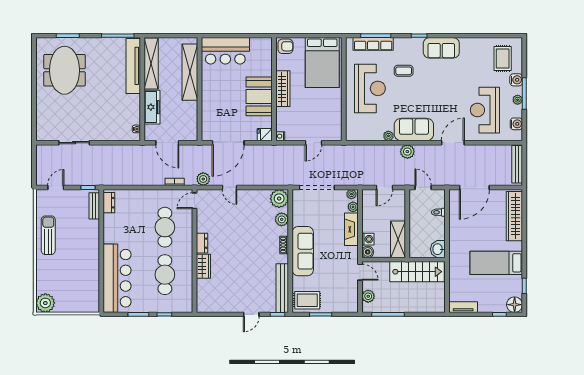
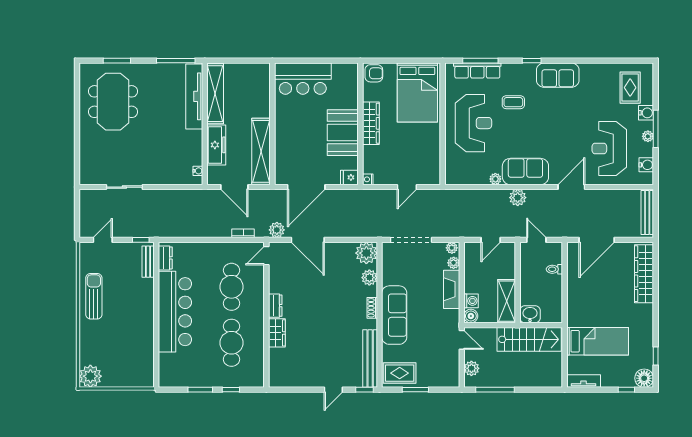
shelving: (190, 72) -> (261, 151), moved
door: (229, 187) -> (308, 240), width x1.88
washbasin: (438, 249) -> (530, 314), moved, turned 90
bed: (496, 263) -> (598, 341), moved, turned 180
bar counter: (117, 278) -> (175, 312), moved

